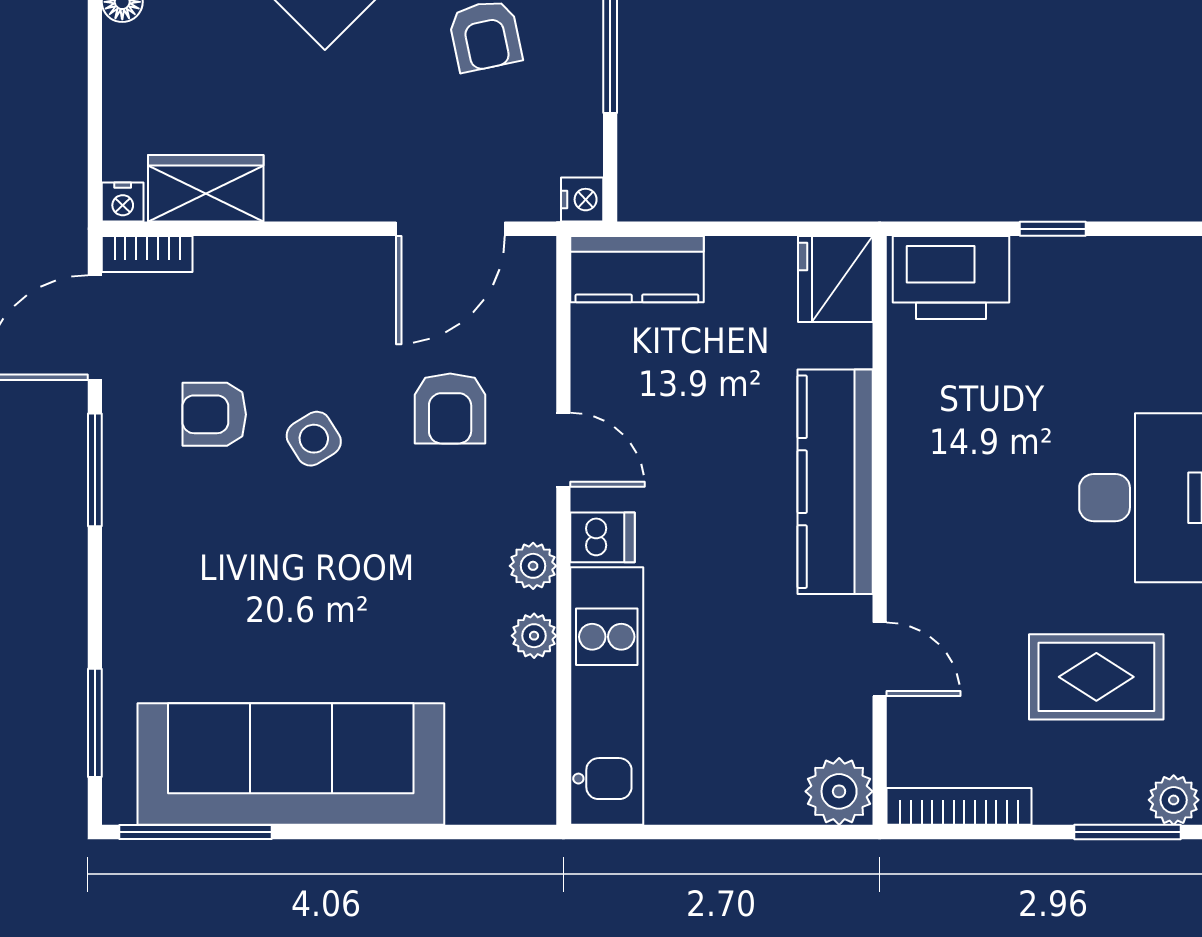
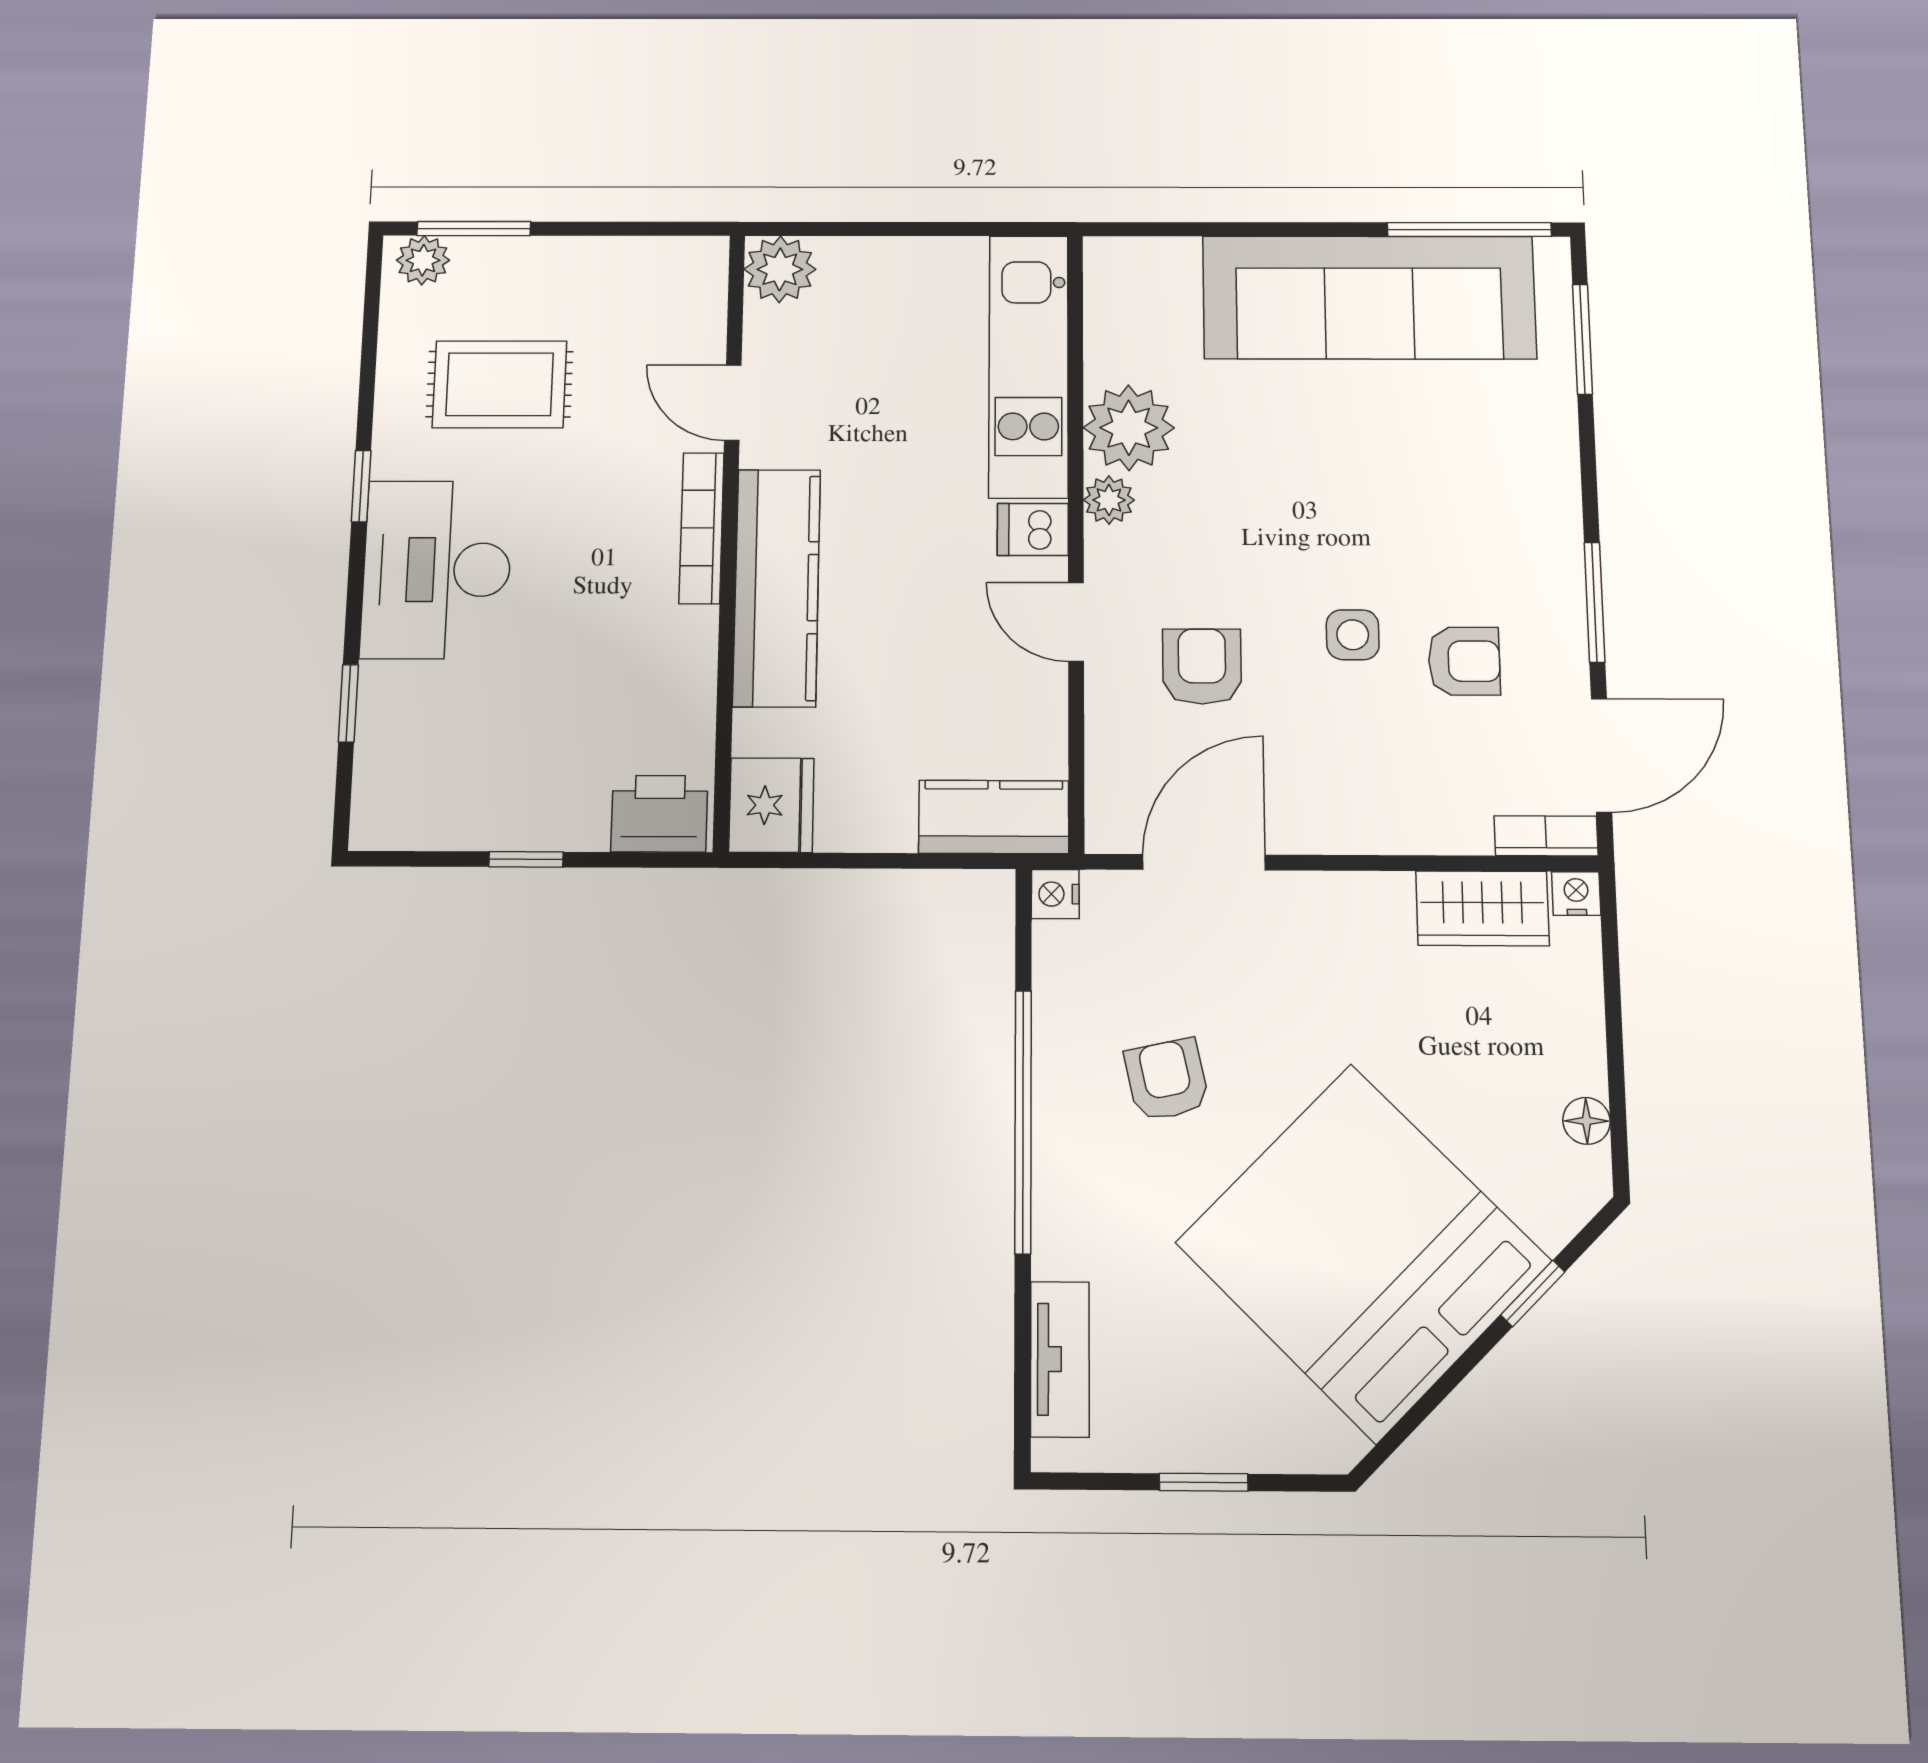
printer: (951, 278) -> (659, 814), width x0.73, depth x0.84
side table: (314, 439) -> (1353, 635), turned 32
plant: (534, 636) -> (1129, 428), width x1.88, depth x1.88
bookcase: (959, 806) -> (701, 528), moved, turned 90

